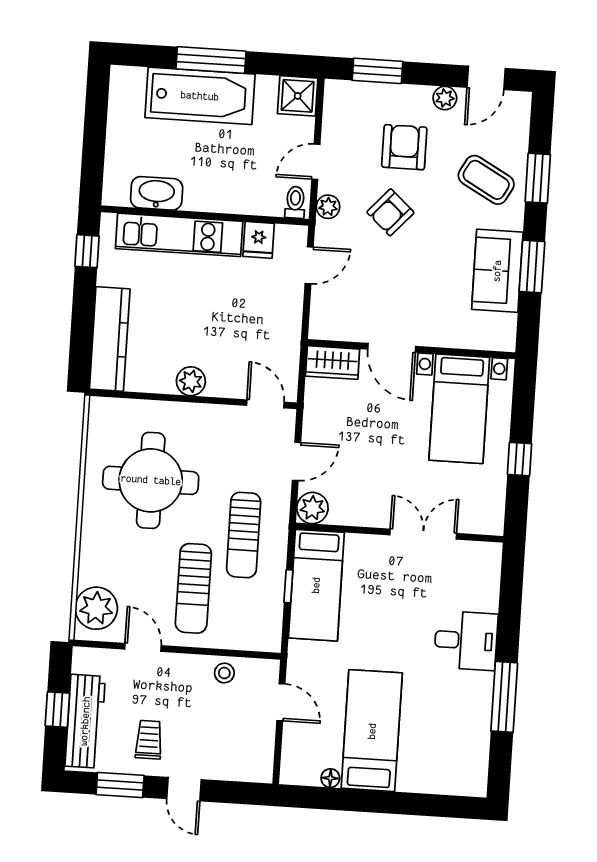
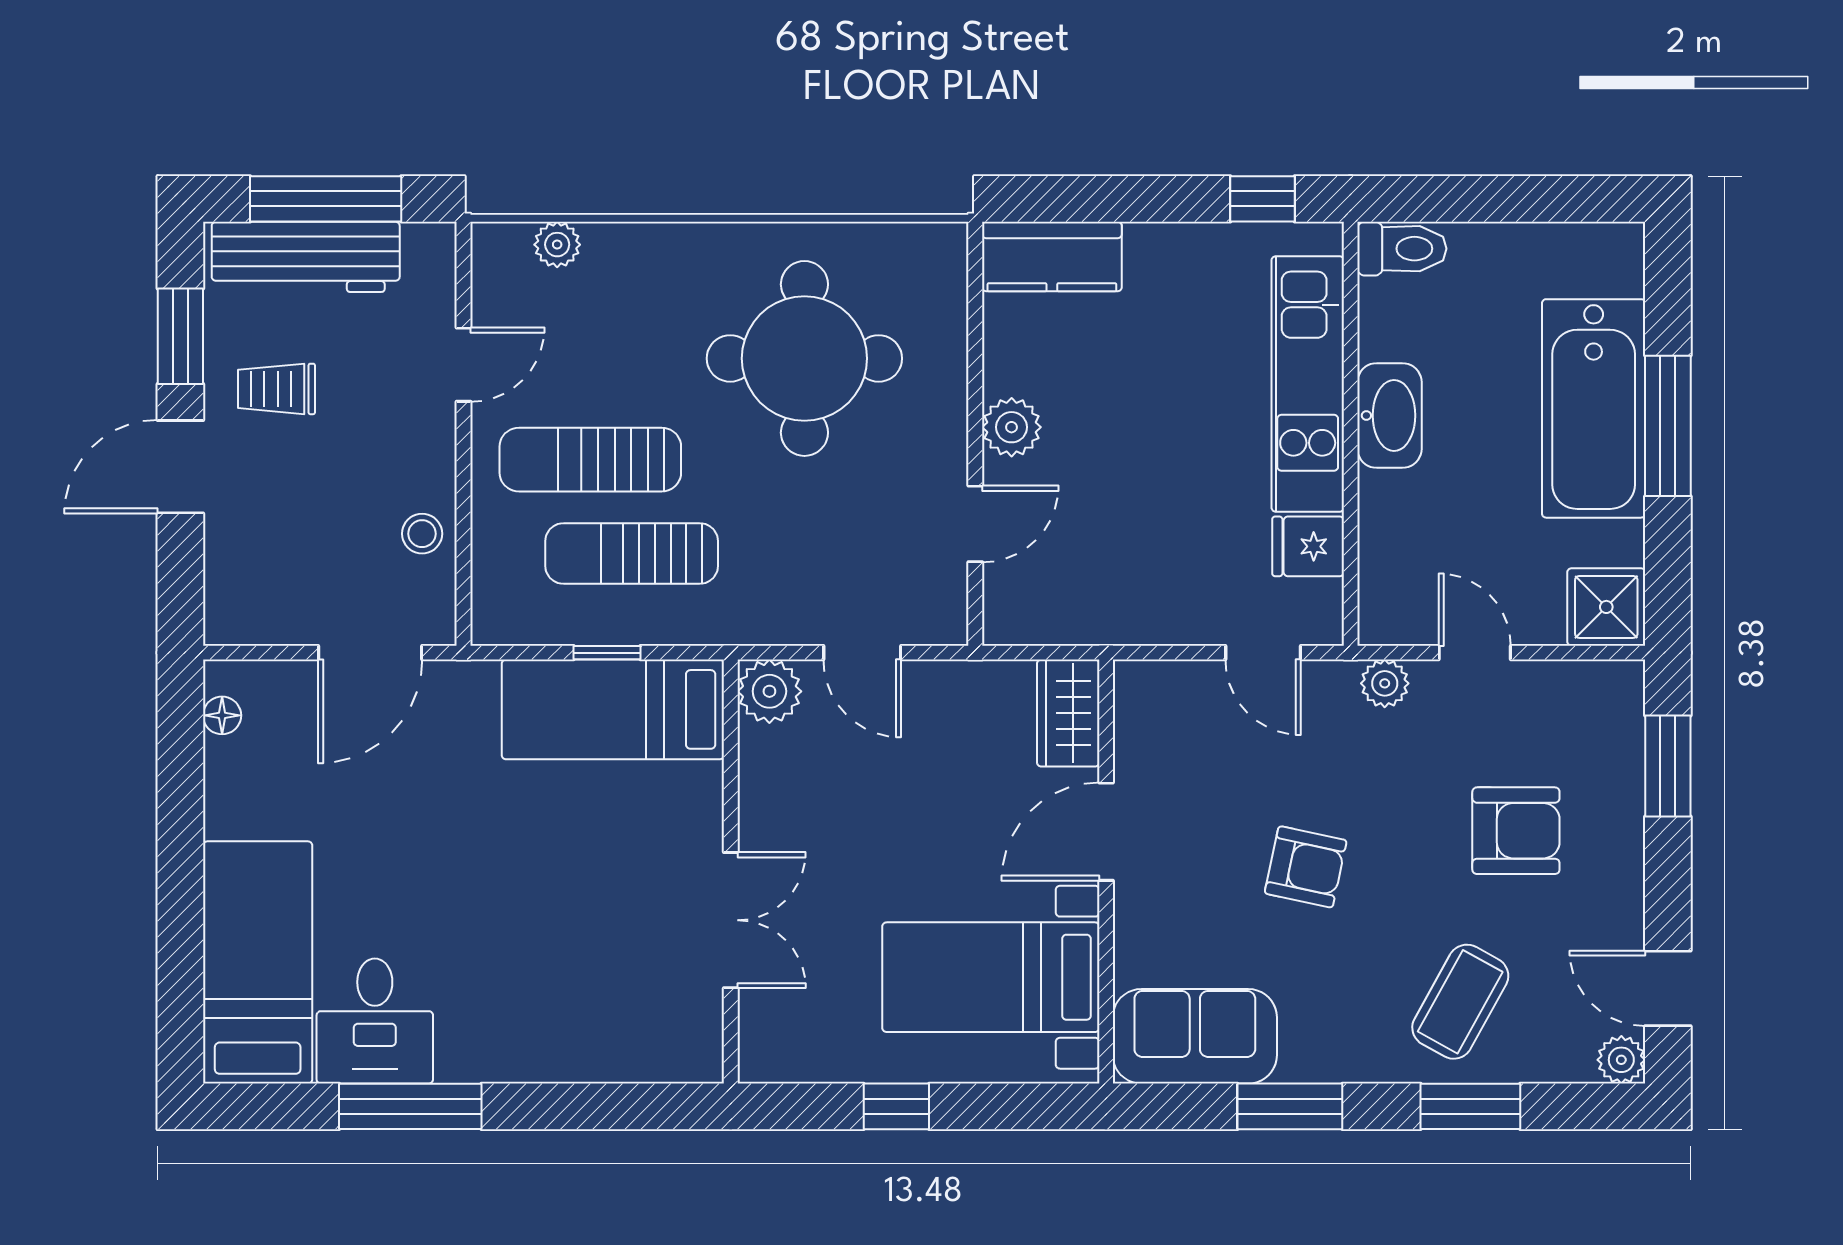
plant: (445, 98) -> (1621, 1060), moved
washbasin: (157, 193) -> (1389, 415), moved
toilet: (295, 202) -> (1402, 249), moved, width x1.37, depth x1.39
armchair: (390, 212) -> (1306, 867), moved, turned 150
sofa: (497, 271) -> (1195, 1036), moved
kitchen counter: (110, 339) -> (1052, 256), width x0.67
door: (265, 404) -> (975, 524), moved
sun lounger: (244, 535) -> (632, 554), moved
plant: (96, 608) -> (557, 245), width x0.53, depth x0.53
desk: (466, 641) -> (375, 1021), moved
door: (281, 702) -> (370, 653), width x1.38
window: (57, 710) -> (326, 199), width x2.17
bed: (372, 731) -> (258, 962), moved, turned -90
trolley: (149, 740) -> (276, 389), turned 180
floor lamp: (330, 778) -> (222, 715), moved
door: (184, 789) -> (180, 467), width x1.38

